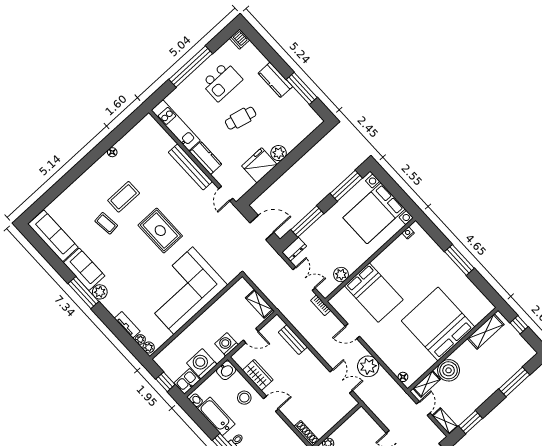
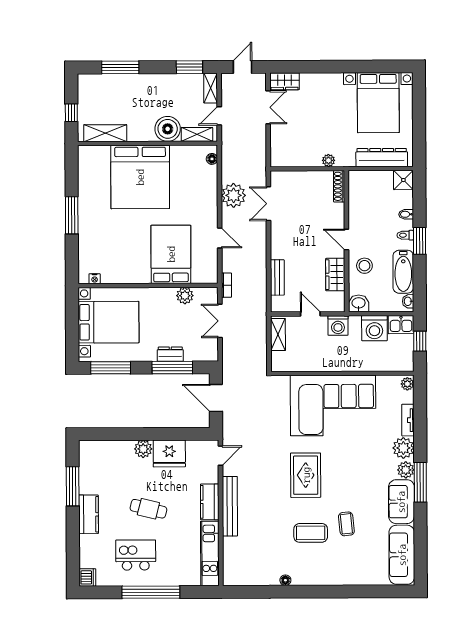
dresser: (294, 249) -> (170, 354), moved
plant: (140, 339) -> (403, 448), moved, width x1.88, depth x1.88

